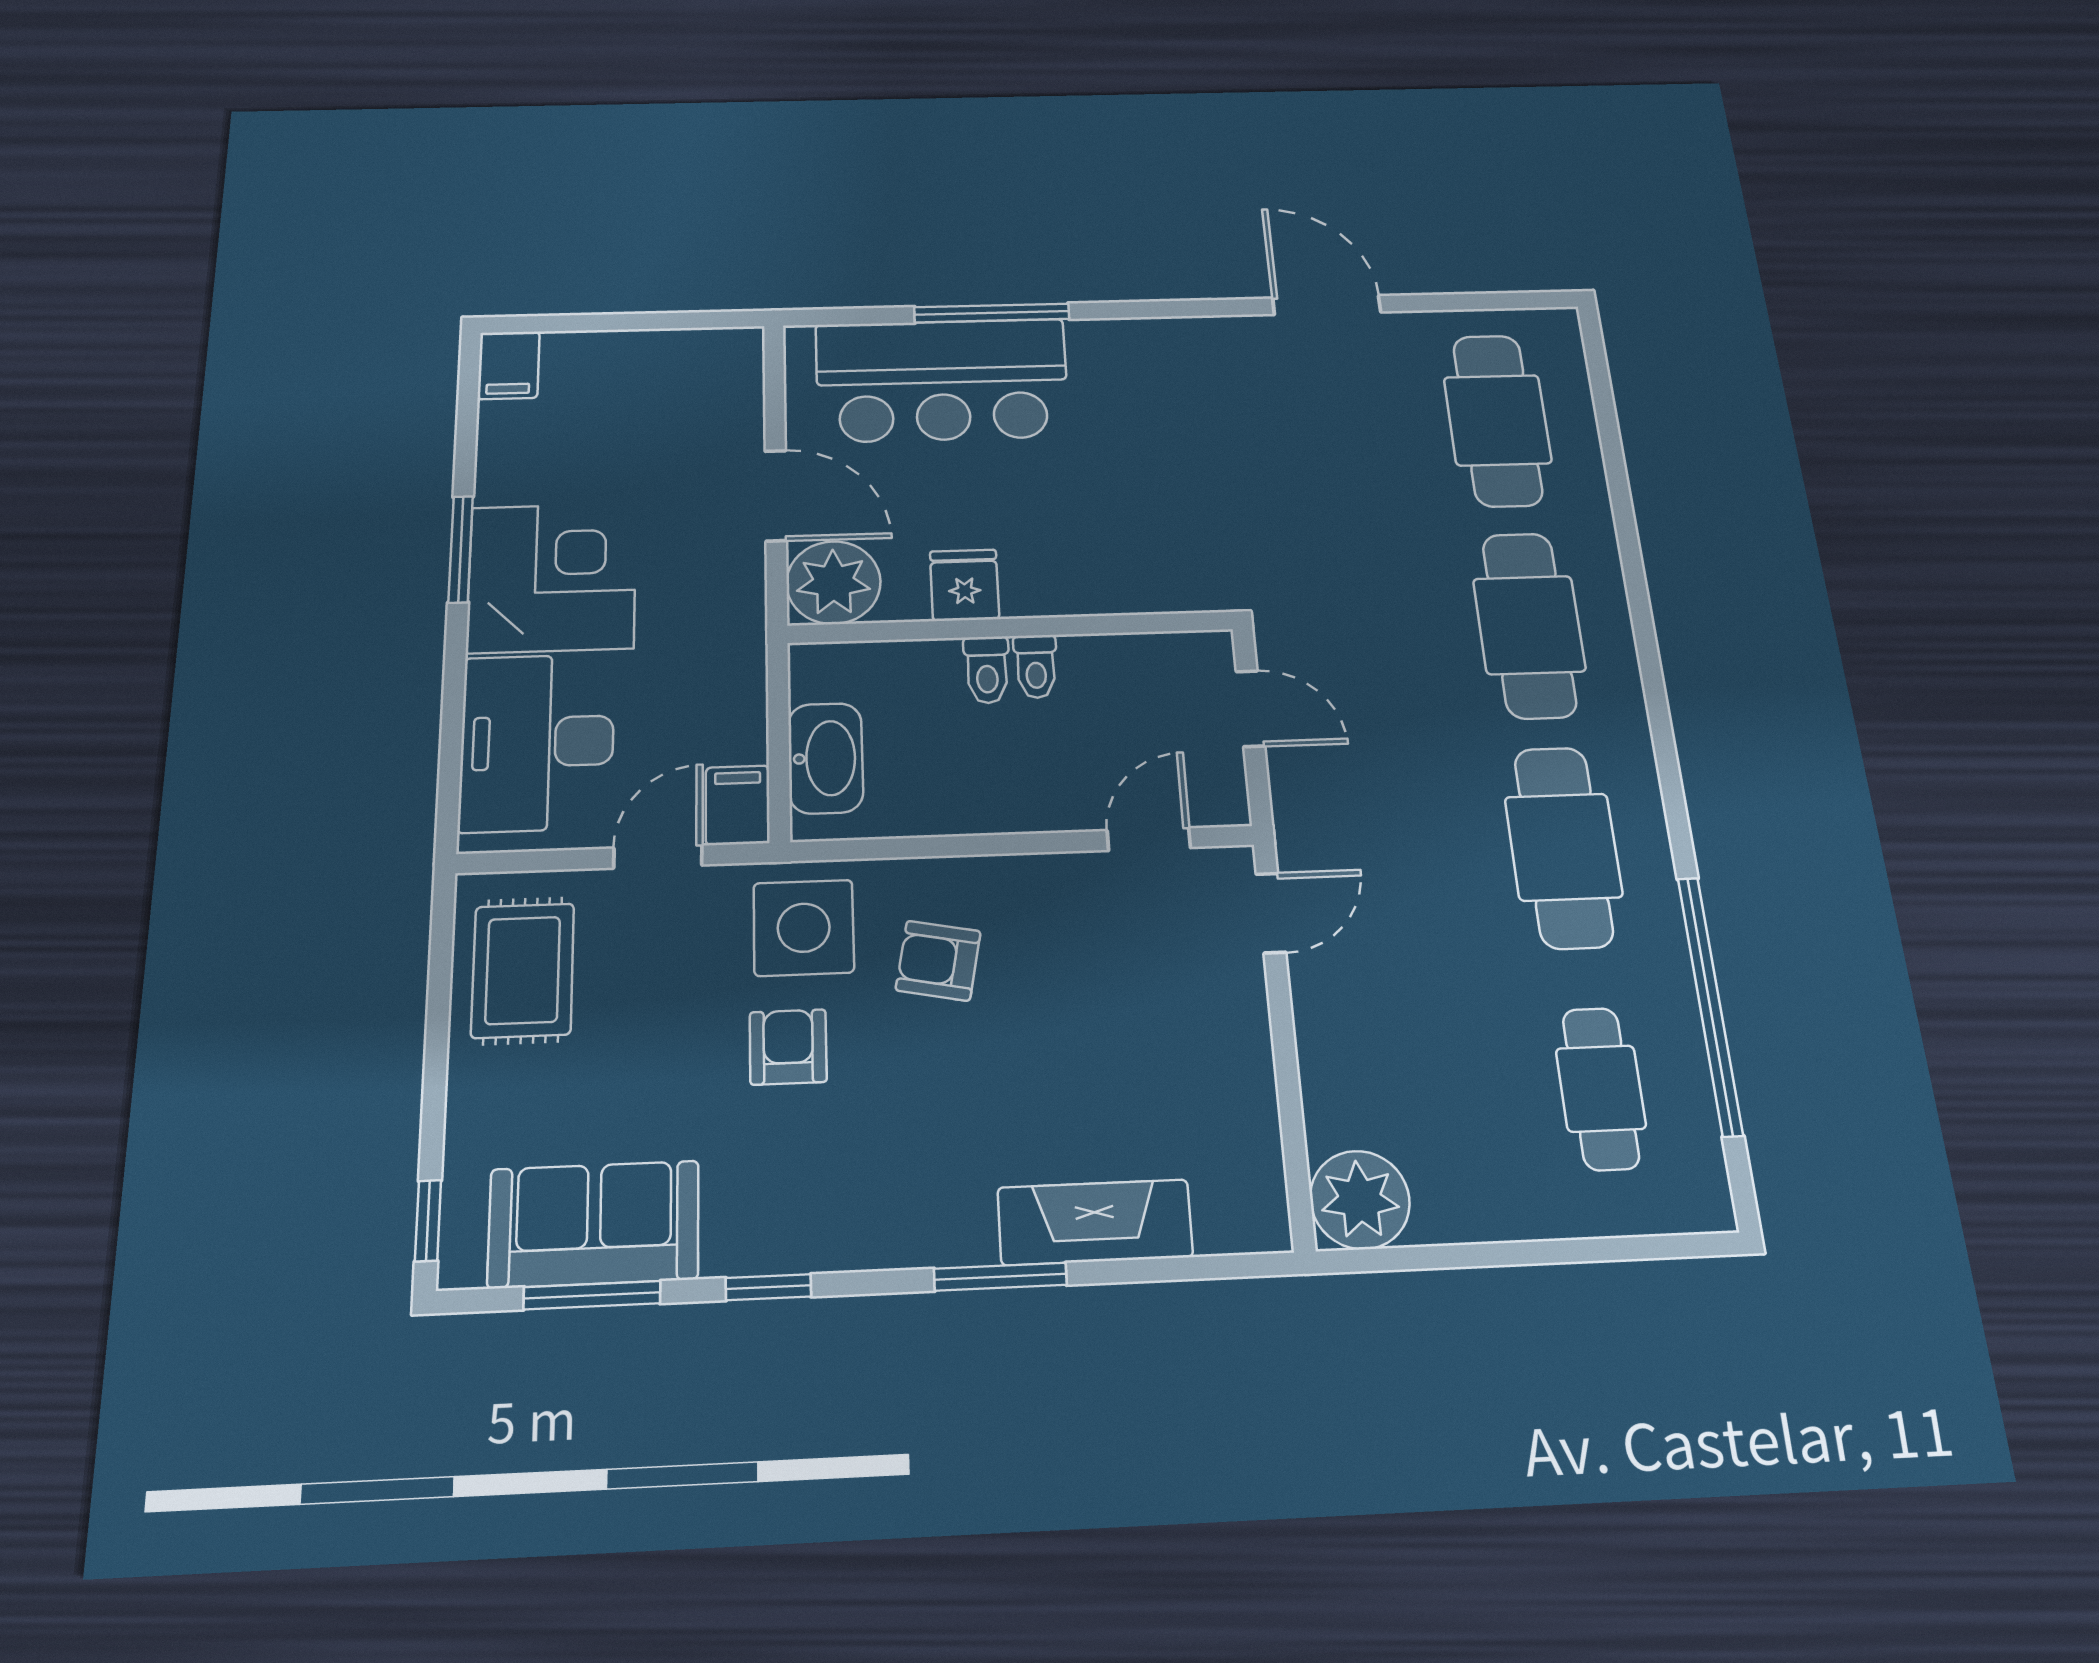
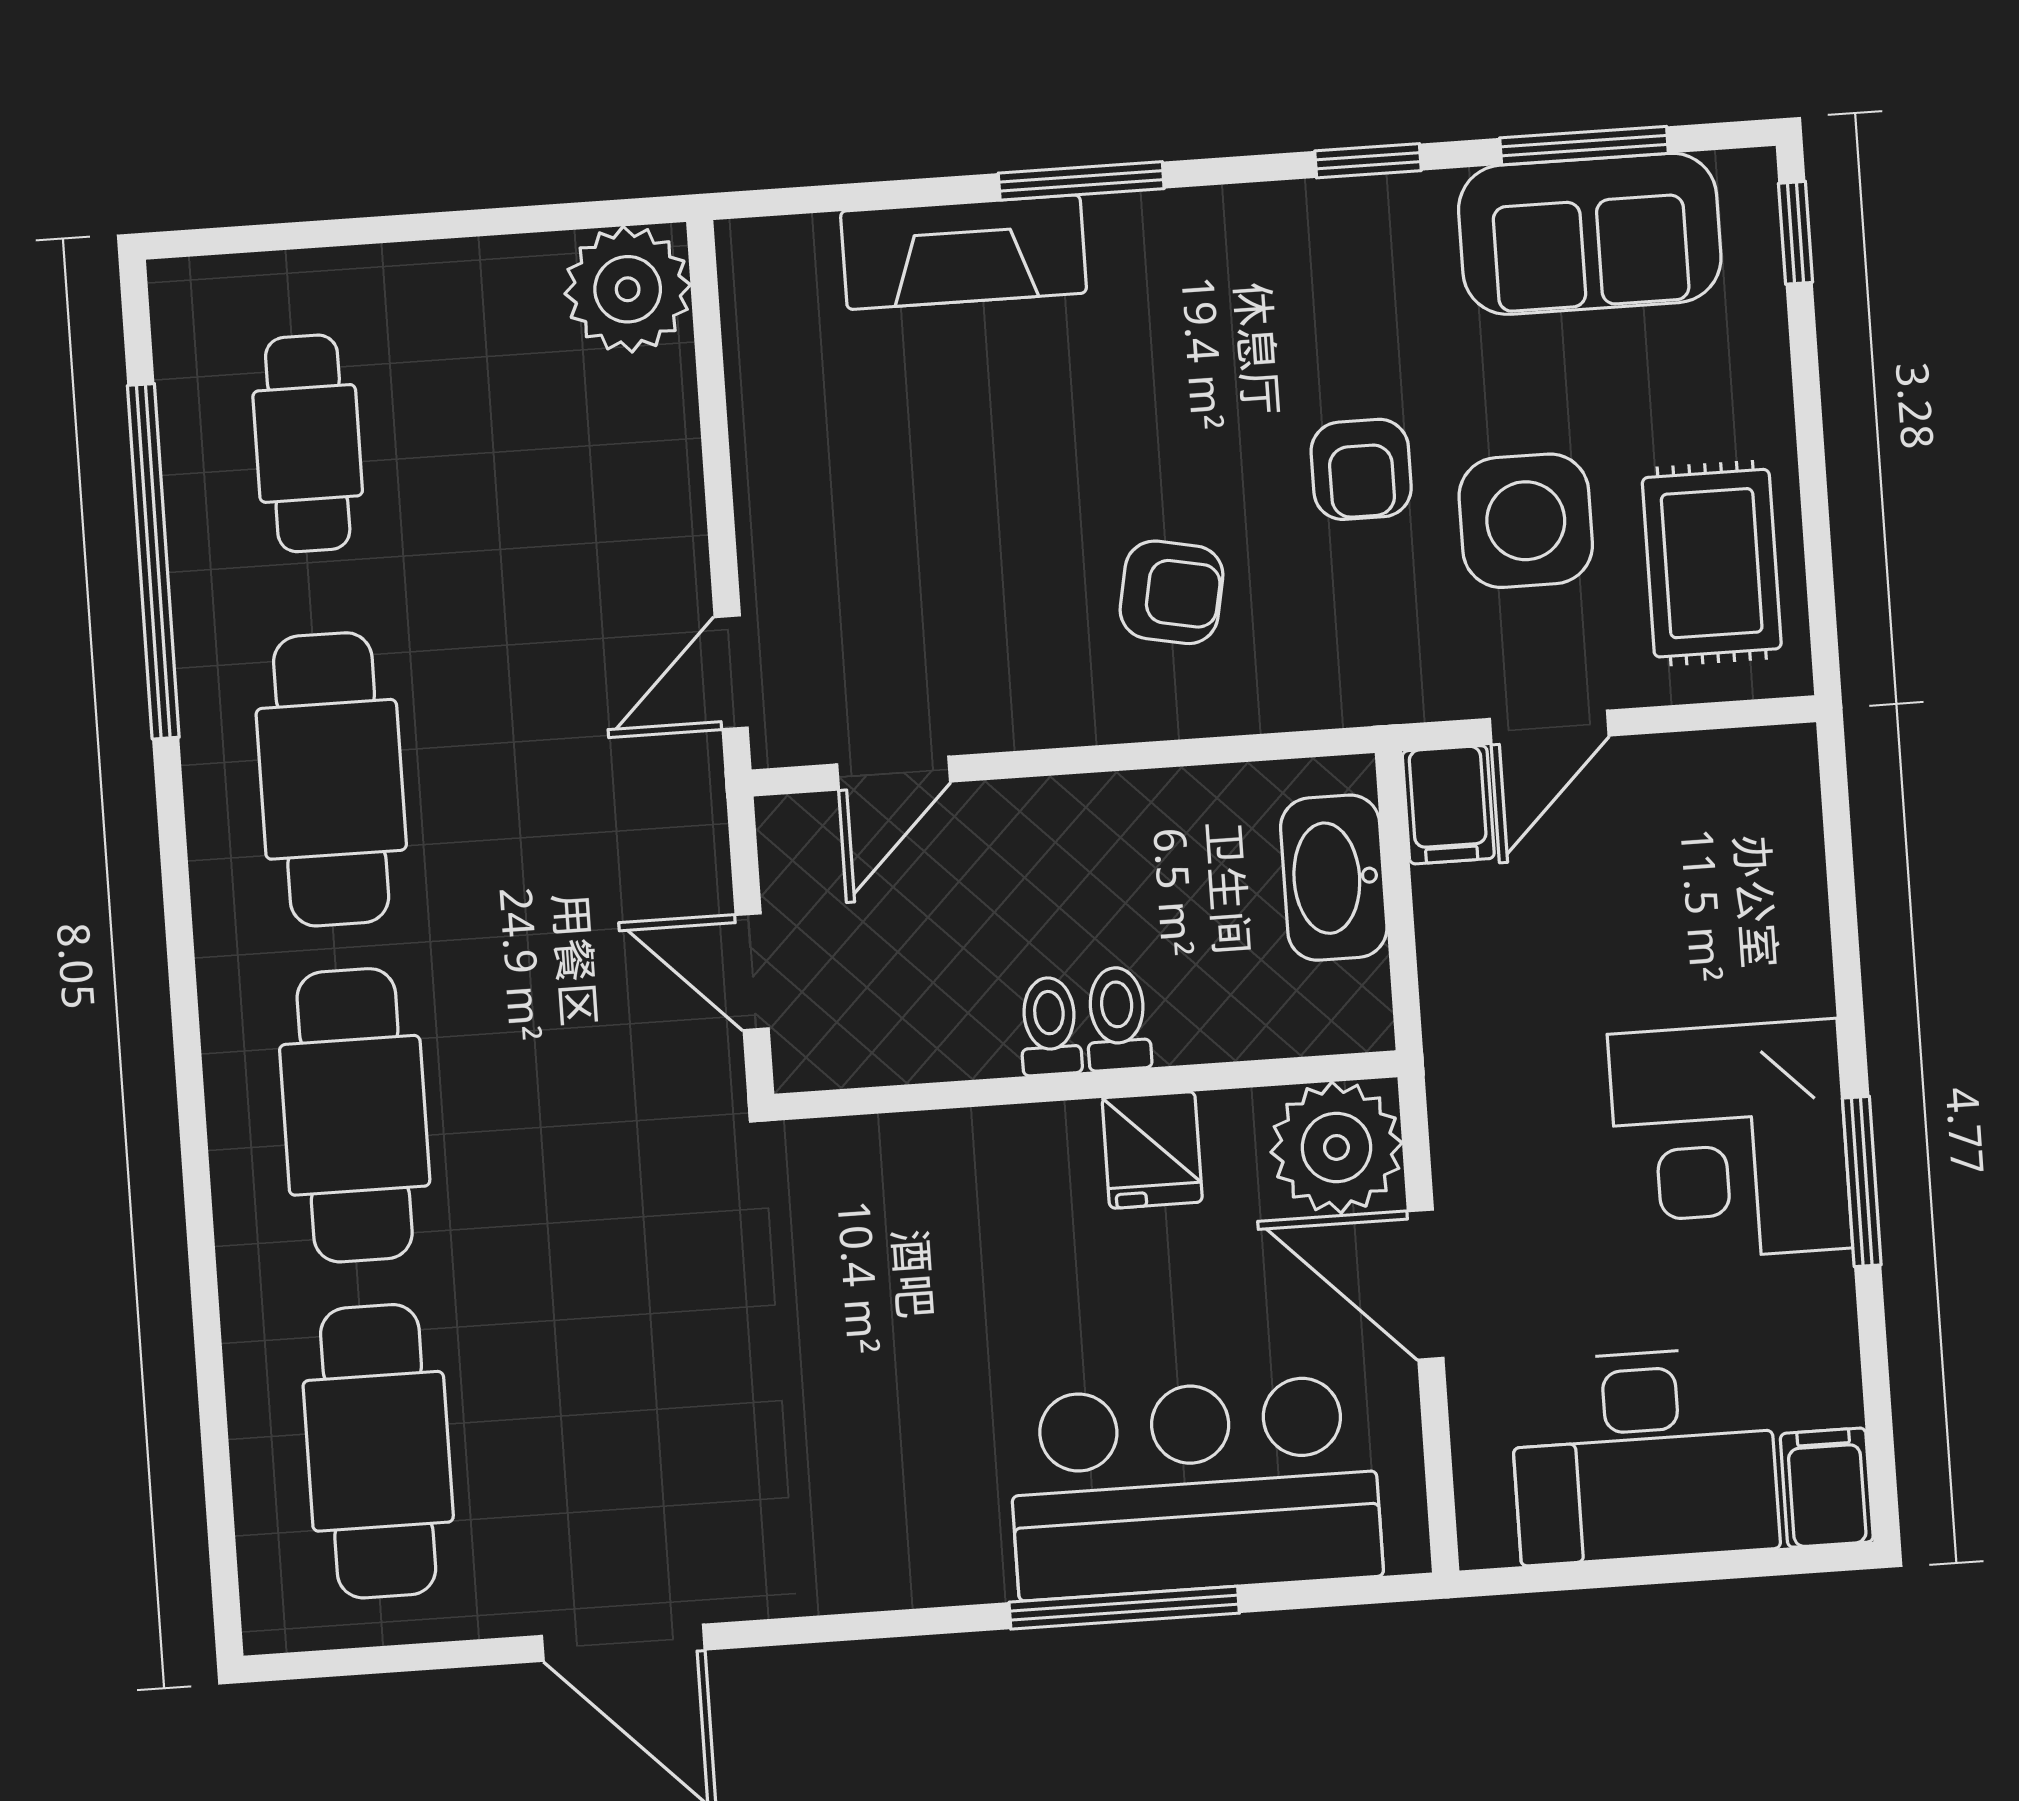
desk: (537, 742) -> (1644, 1455), moved, turned 90
side table: (804, 928) -> (1526, 521), moved

